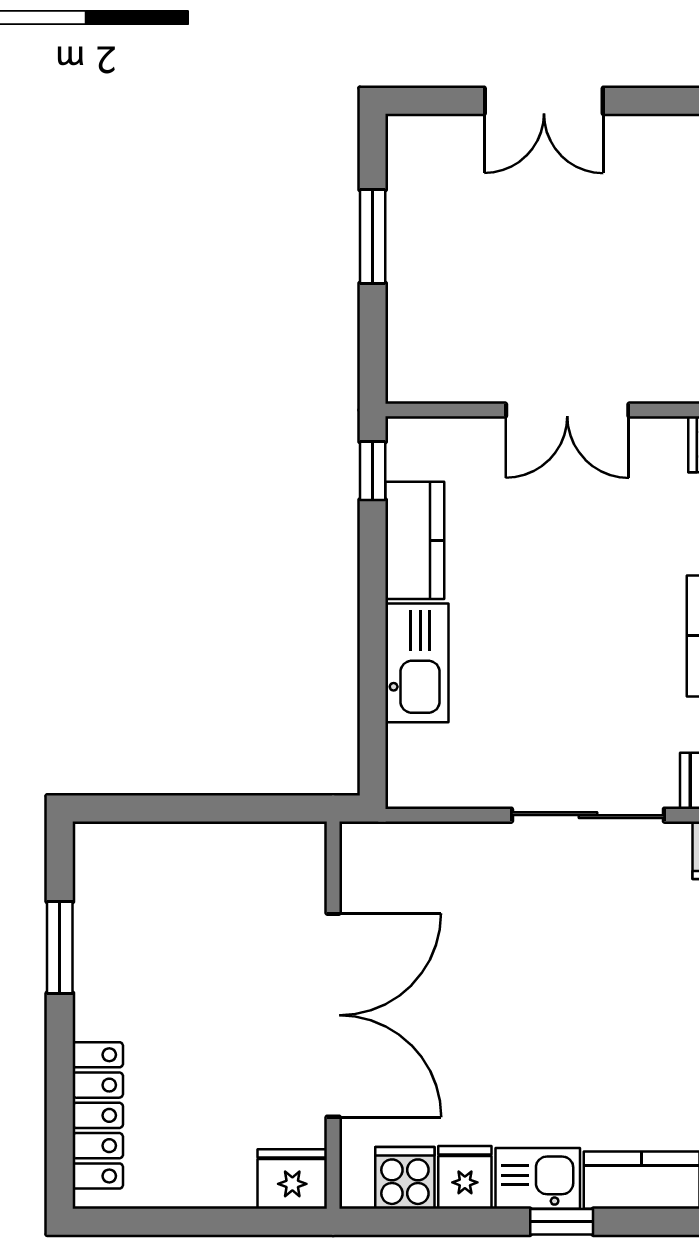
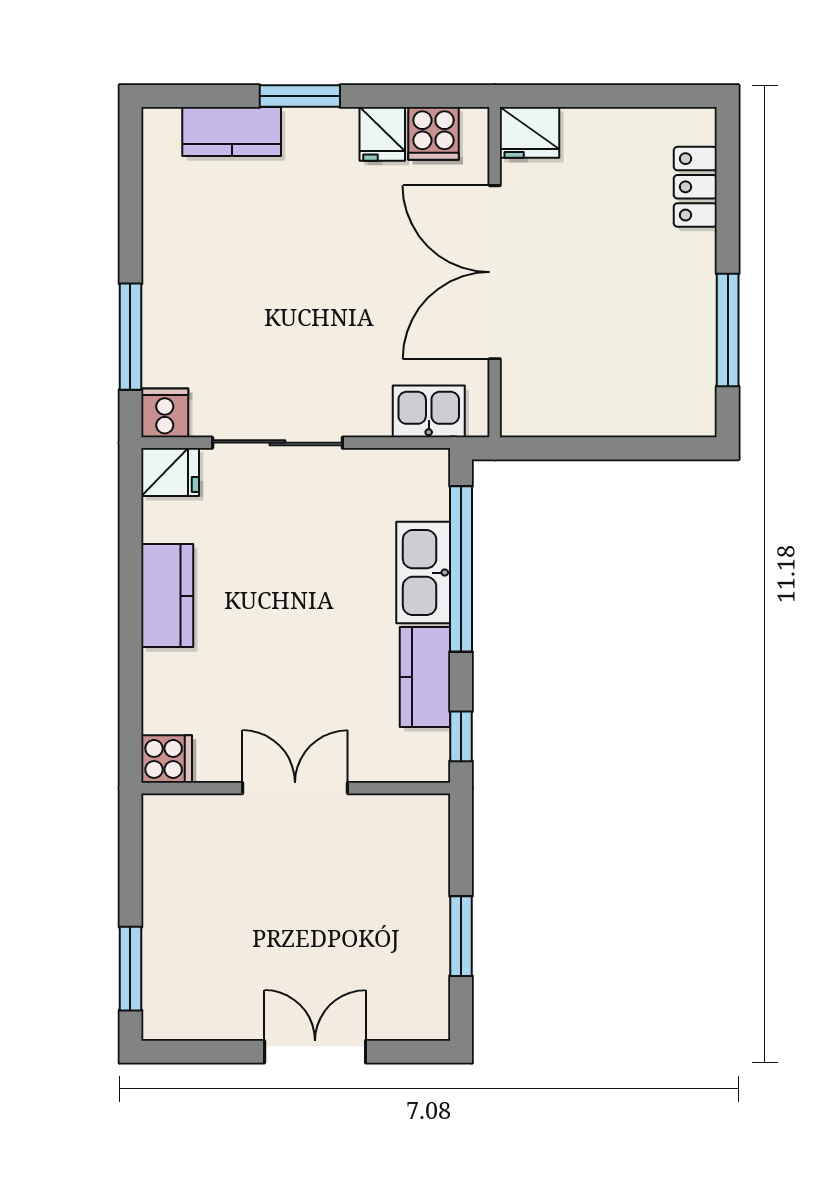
window: (373, 667) -> (461, 569), added
window: (60, 947) -> (728, 330), width x1.44
locker: (98, 1115) -> (695, 187), width x0.66
kitchen sink: (538, 1178) -> (429, 411), moved, turned 180
window: (562, 1222) -> (300, 96), width x1.50

